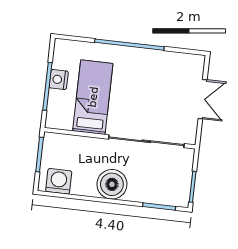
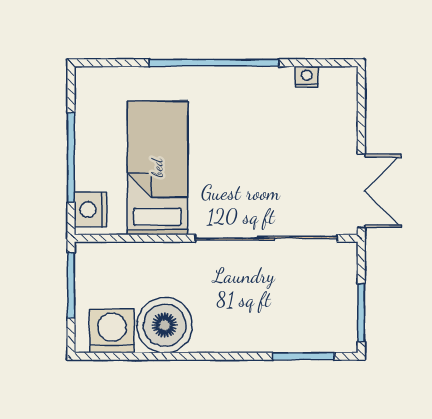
nightstand: (178, 58) -> (307, 77), added
nightstand: (59, 80) -> (91, 210), moved
double door: (203, 99) -> (361, 191), moved
boiler: (112, 184) -> (165, 325), moved

